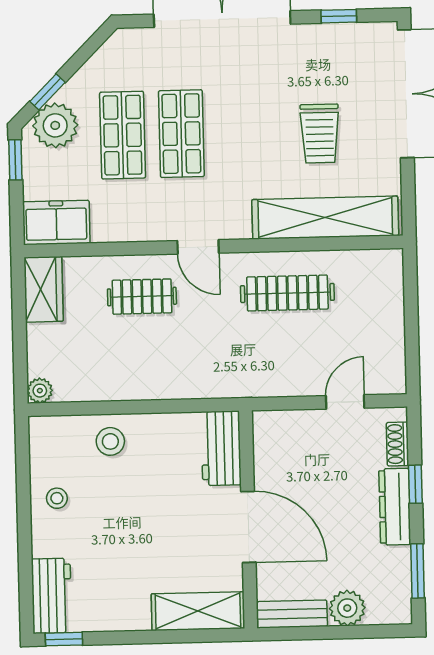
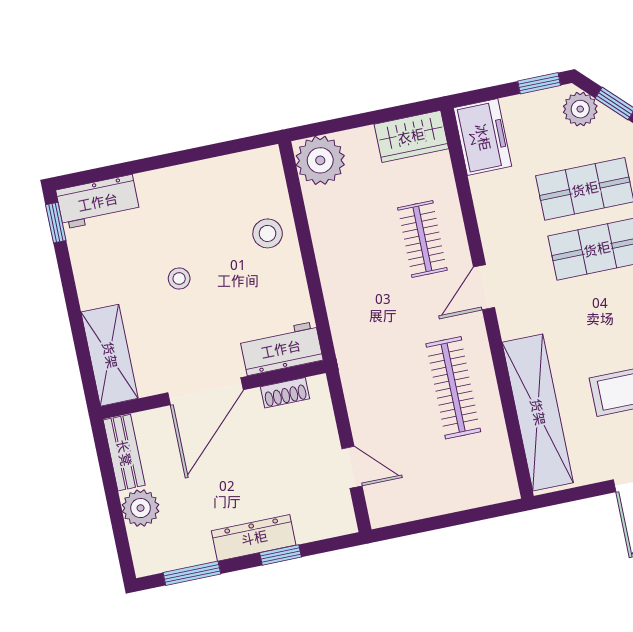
plant: (55, 125) -> (580, 109), width x0.73, depth x0.73
plant: (40, 391) -> (320, 160), width x1.88, depth x1.88
shoe rack: (398, 444) -> (285, 393), moved, turned 180
stool: (57, 498) -> (179, 278), moved

